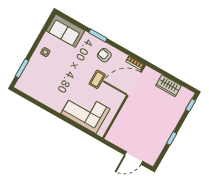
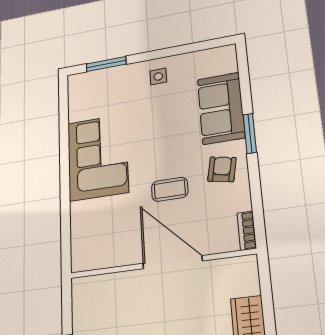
sofa: (65, 31) -> (221, 108), moved
door: (134, 84) -> (173, 262), moved
corner sofa: (85, 111) -> (98, 157), moved

